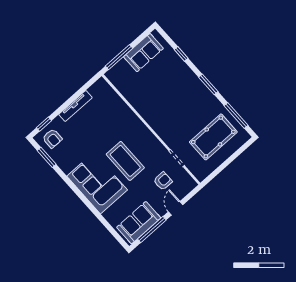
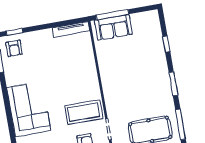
sofa: (143, 53) -> (113, 27), moved
tv unit: (76, 106) -> (71, 29), moved
coffee table: (125, 161) -> (84, 112), moved, turned 90

